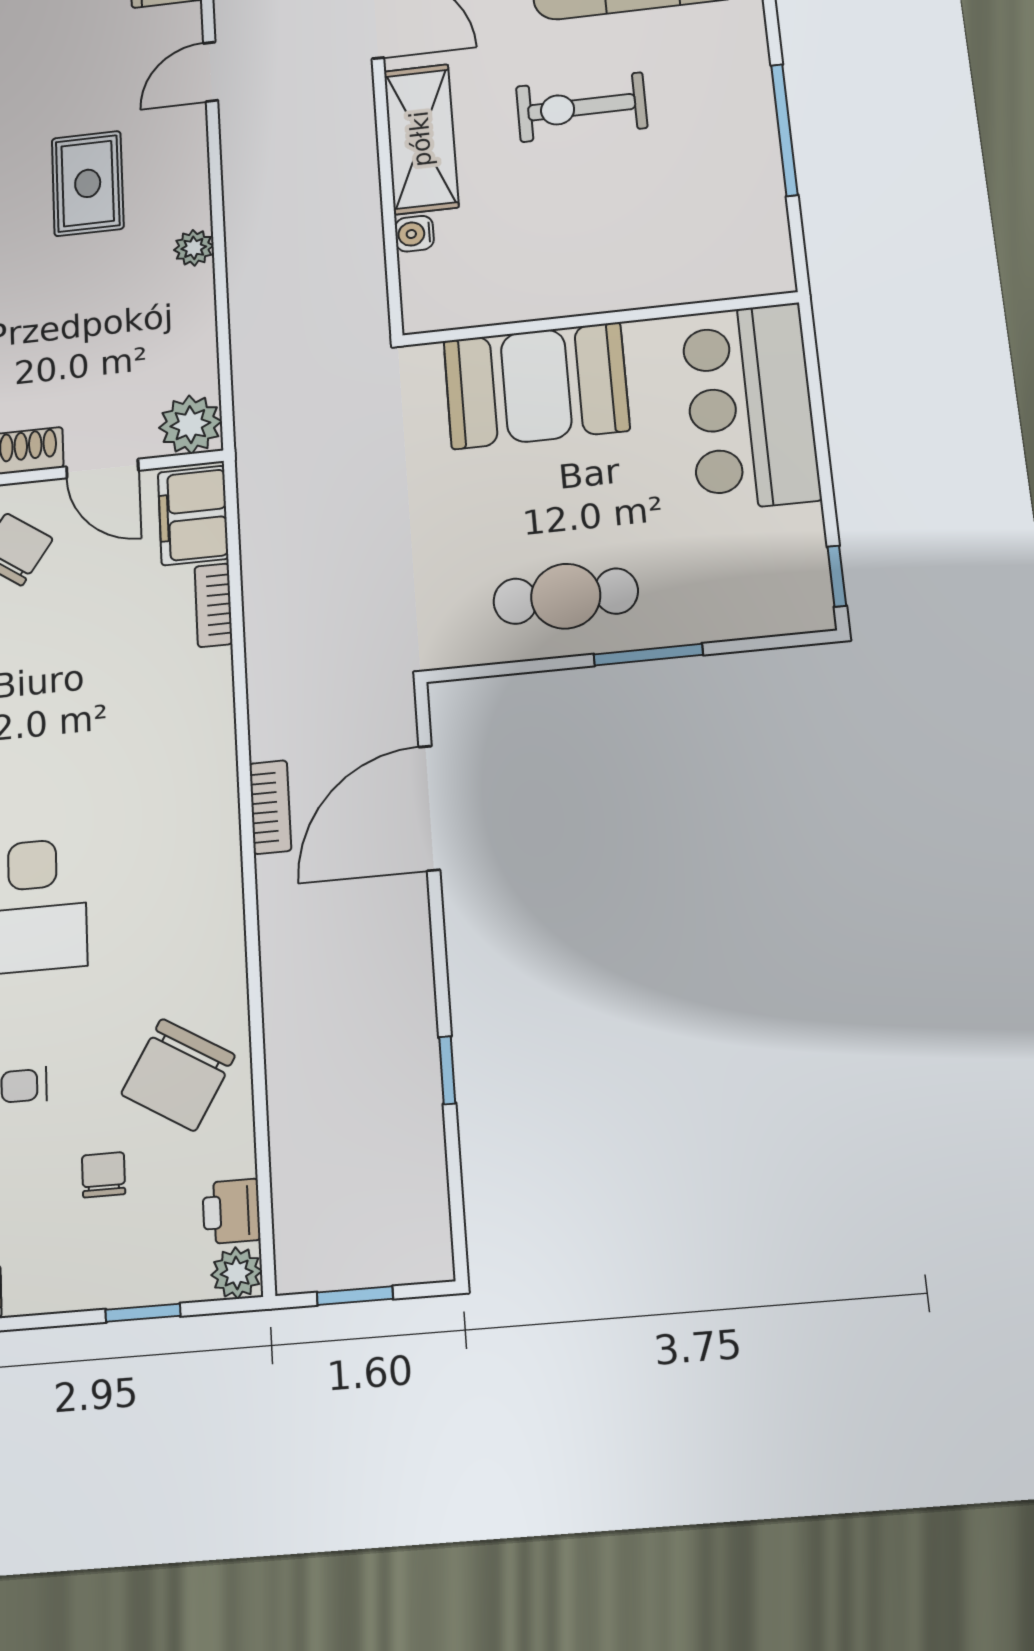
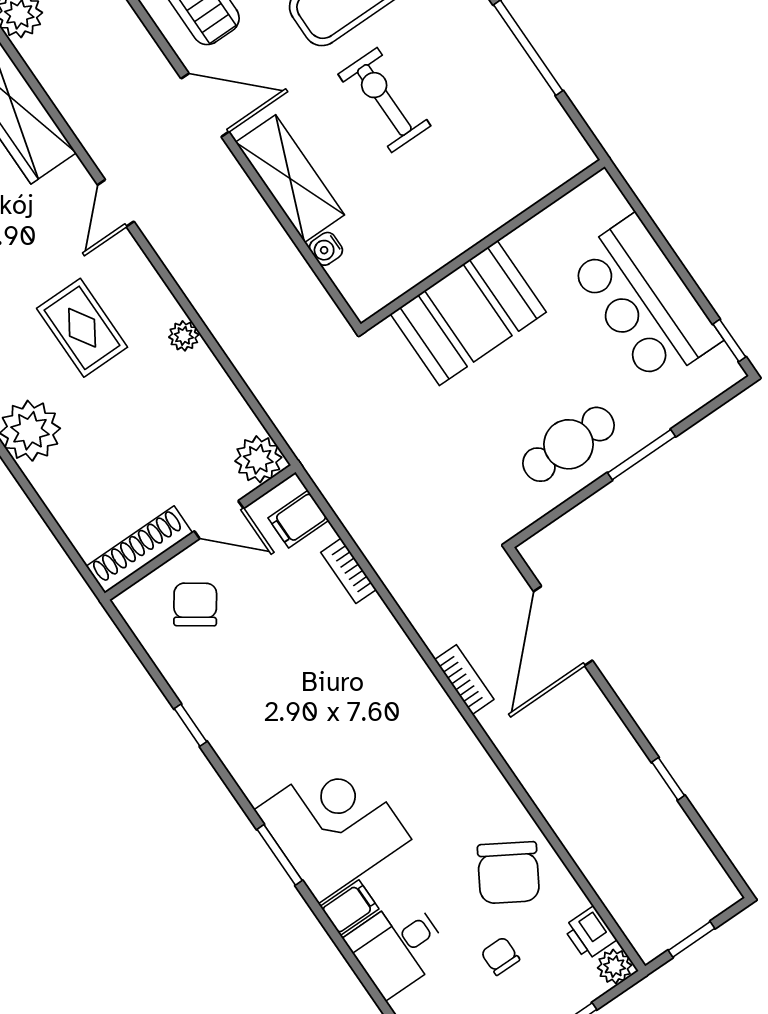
exercise bike: (582, 107) -> (384, 100), turned 90
bar counter: (750, 407) -> (644, 300), moved
filing cabinet: (193, 515) -> (298, 519), width x0.50

